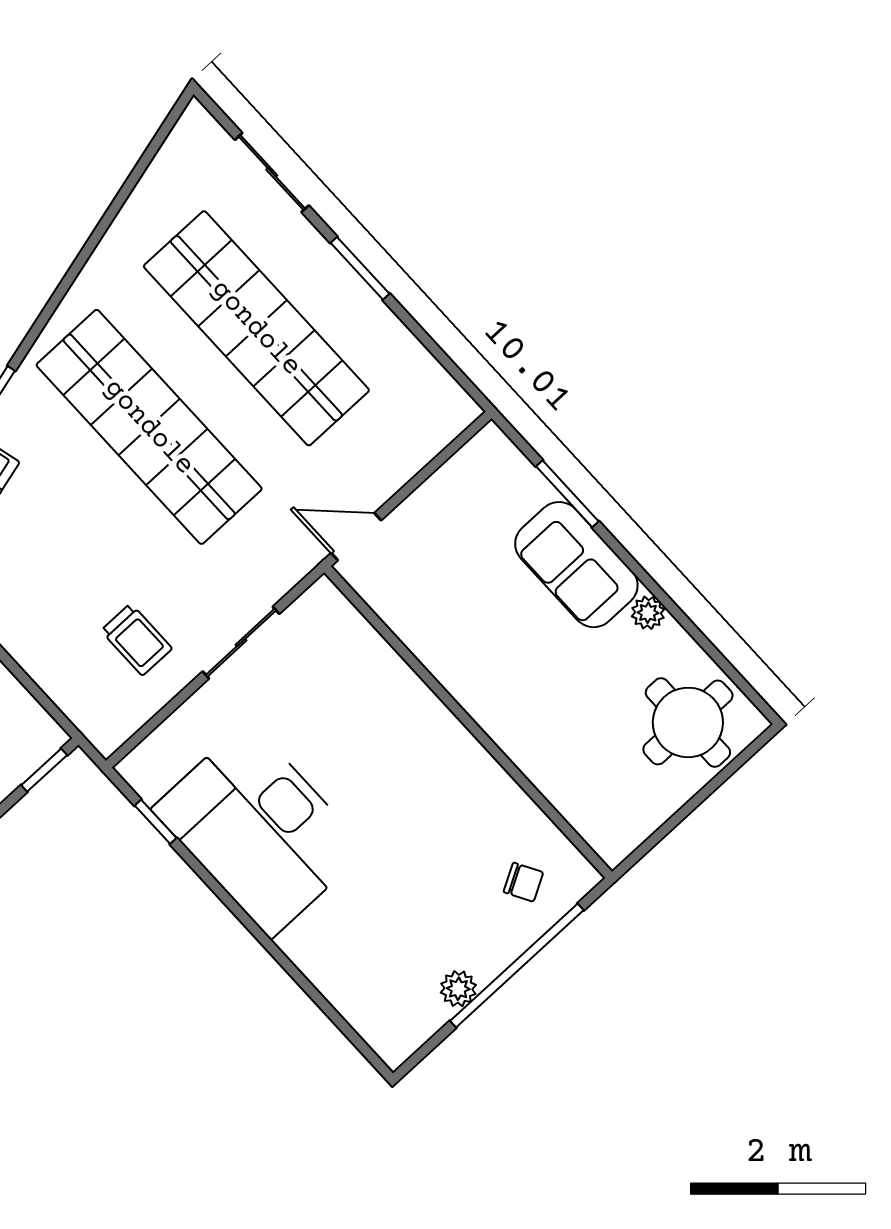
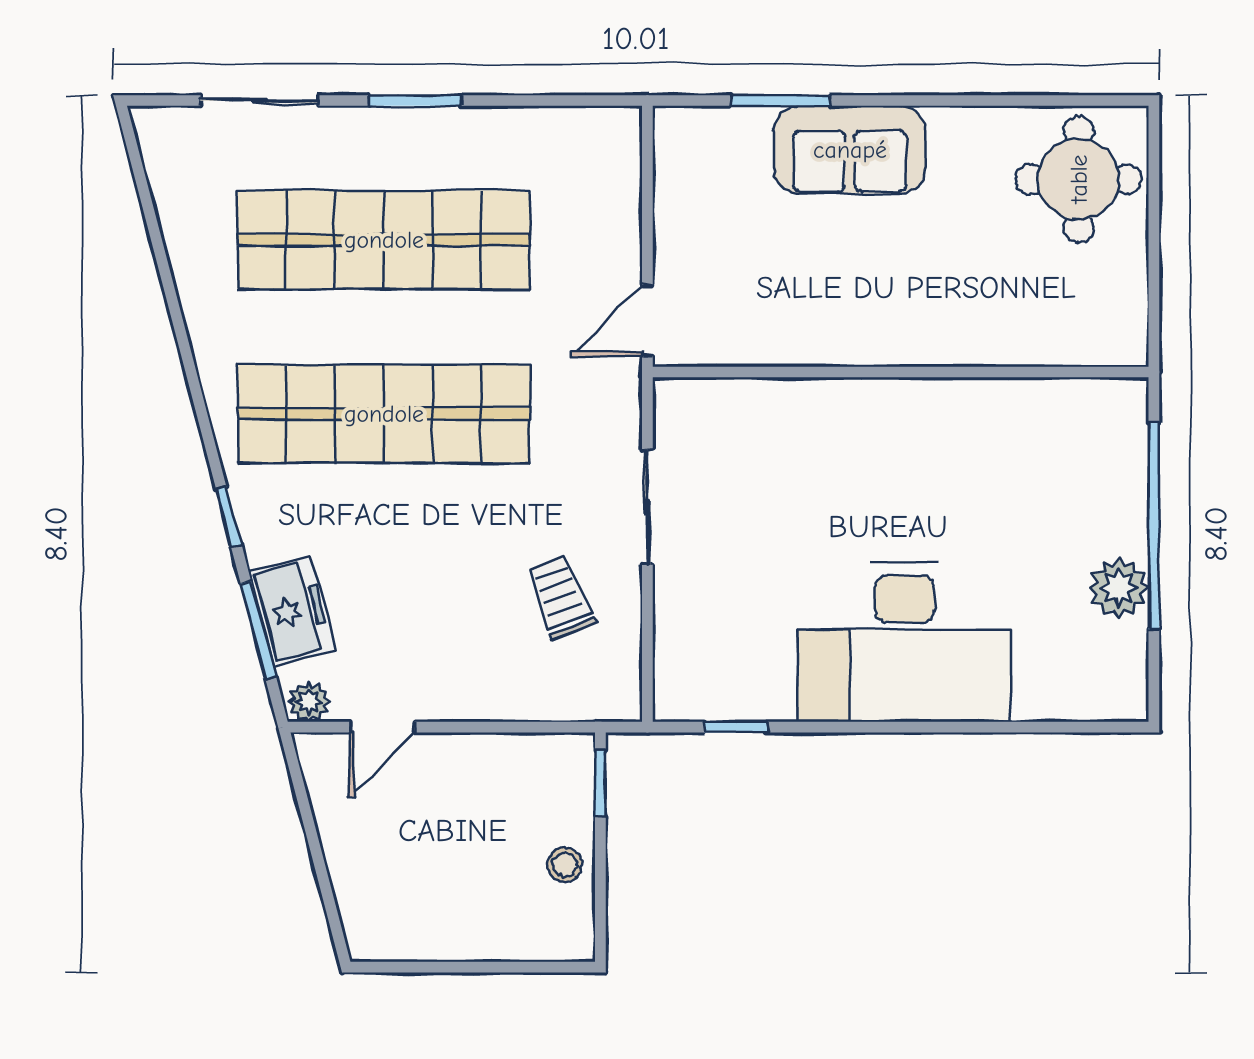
plant: (648, 613) -> (950, 126), removed
trolley: (137, 640) -> (560, 597), turned -112
desk: (259, 830) -> (905, 642), moved
chair: (523, 882) -> (1086, 453), removed
plant: (458, 989) -> (1119, 588), width x1.38, depth x1.38

